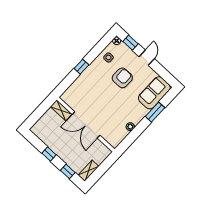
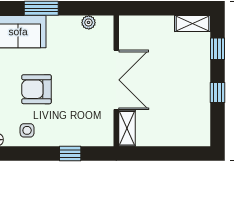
shelving: (61, 110) -> (127, 128), moved
wall: (86, 124) -> (116, 81), moved
double door: (86, 125) -> (116, 80), moved

